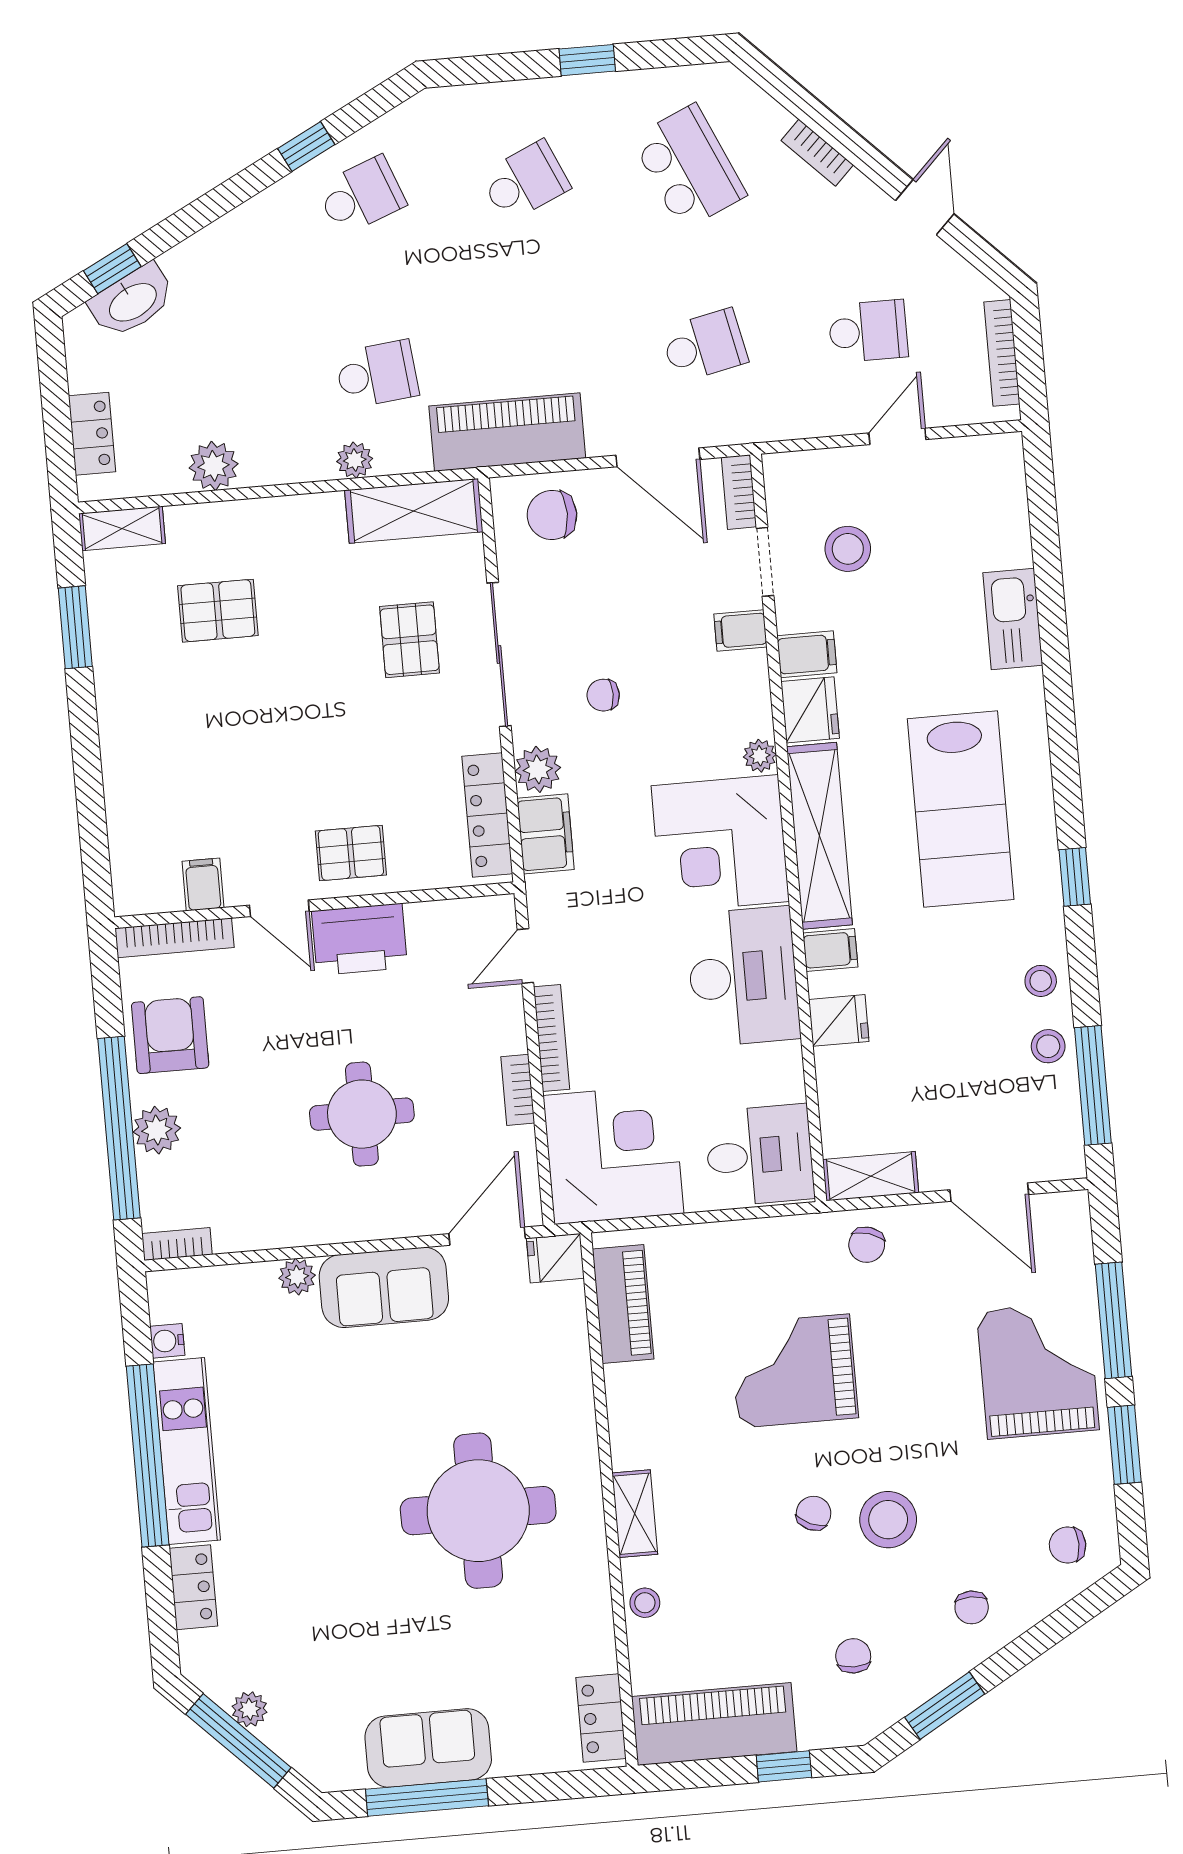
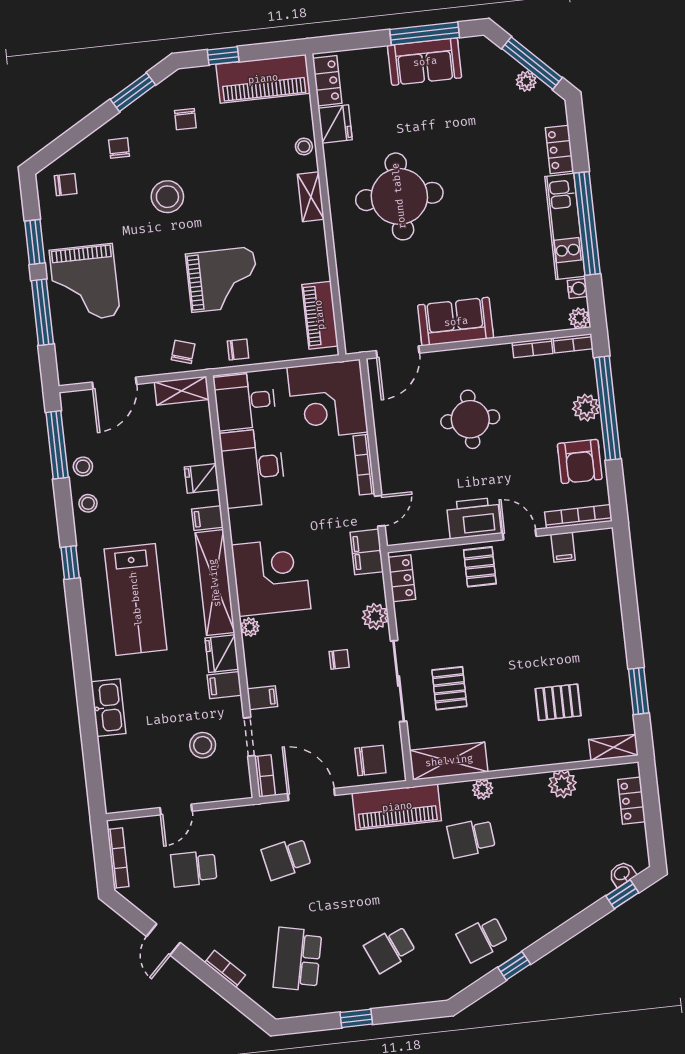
school desk: (689, 167) -> (298, 959), turned 36
washbasin: (132, 301) -> (622, 874), width x0.52, depth x0.69
lab bench: (961, 809) -> (136, 599), turned 180
locker: (487, 815) -> (402, 578), width x0.66
filing cabinet: (546, 834) -> (367, 552), moved
pallet: (351, 853) -> (480, 567), turned 90
desk: (743, 977) -> (253, 468), moved
bookcase: (518, 1090) -> (532, 348), moved, turned 90
door: (989, 1192) -> (114, 383), swing flipped
fridge: (555, 1258) -> (335, 124), moved, width x1.38
plant: (297, 1277) -> (579, 318), moved
chair: (814, 1513) -> (238, 350), moved, turned -114

